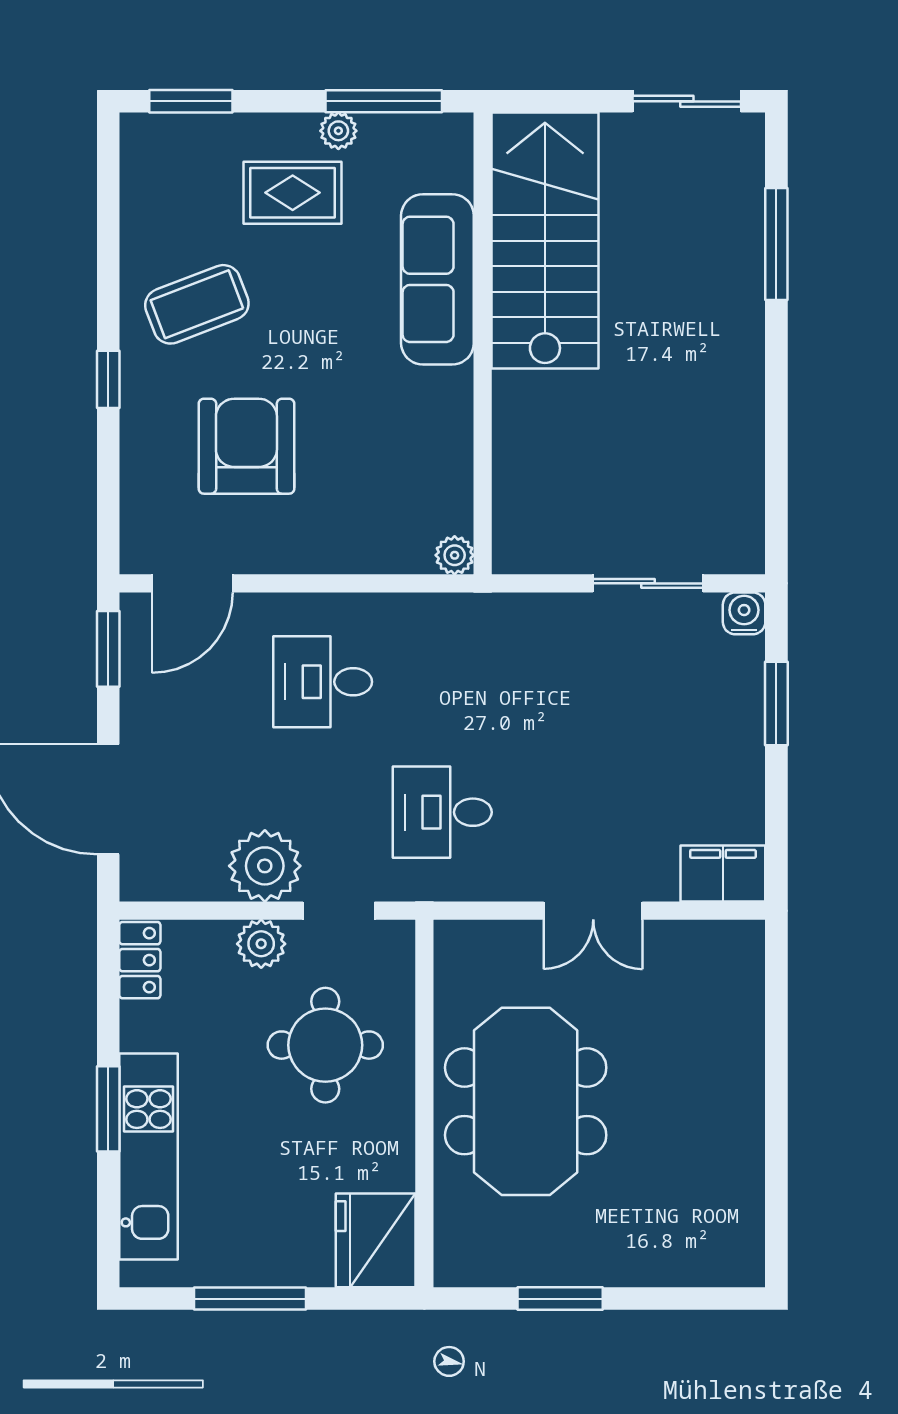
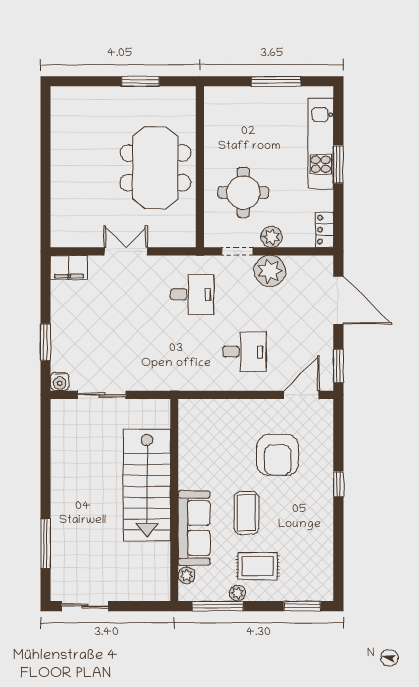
stairs: (545, 241) -> (147, 485), moved
coffee table: (197, 304) -> (246, 513), moved, turned -69
plant: (455, 555) -> (187, 575), moved
fridge: (376, 1240) -> (221, 107), removed

